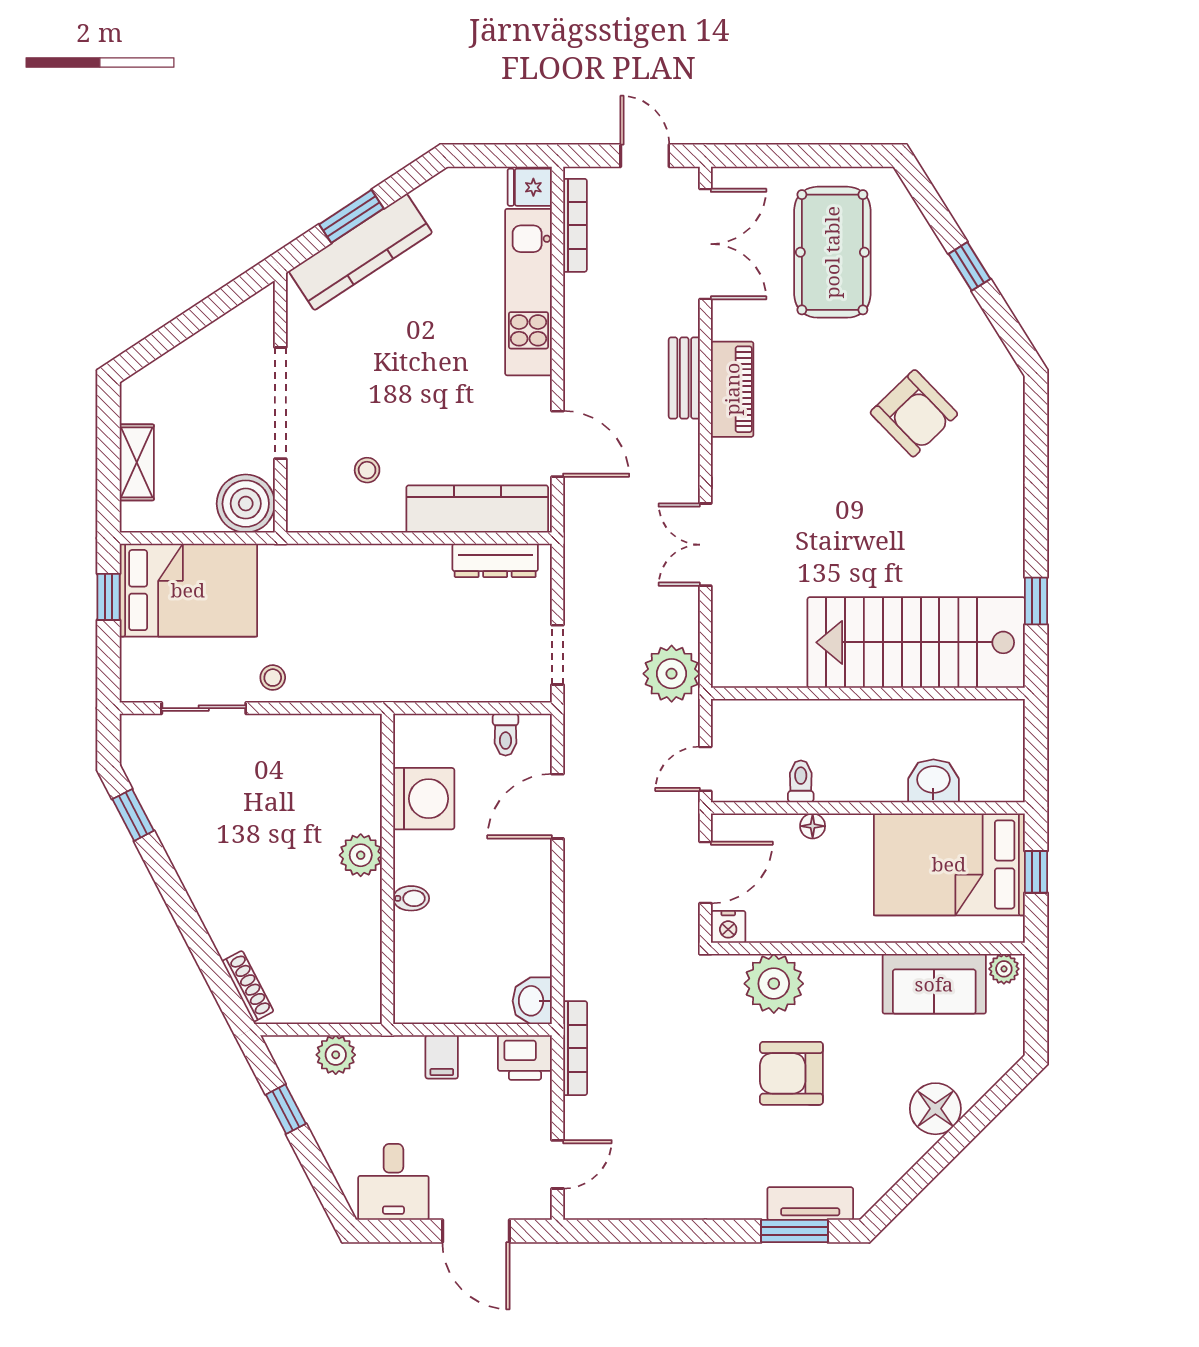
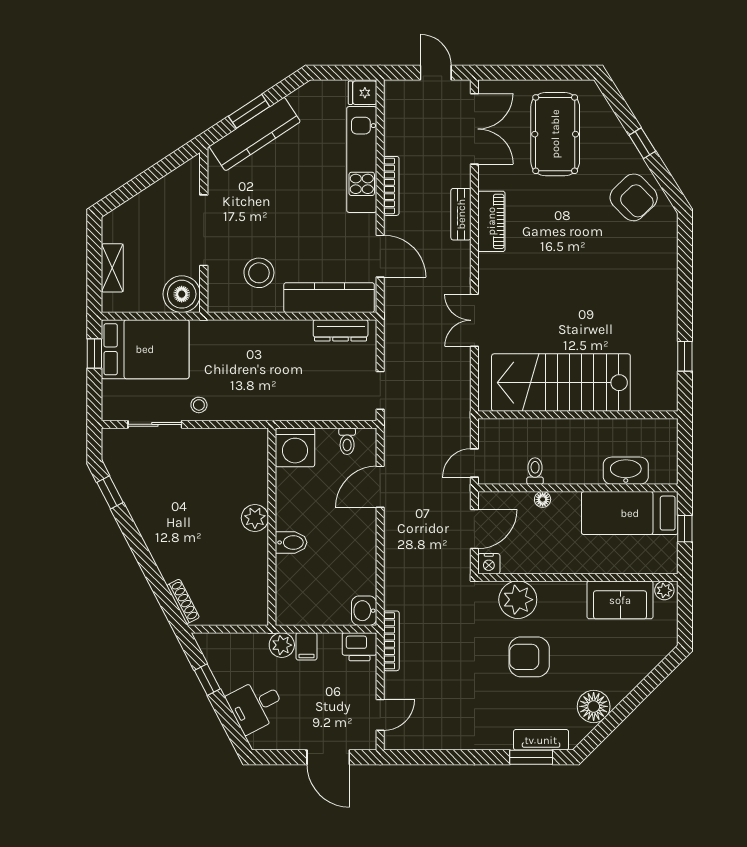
bookcase: (575, 225) -> (391, 186), moved
armchair: (914, 413) -> (634, 197), moved
stool: (367, 470) -> (259, 273), width x1.89, depth x1.89
stairs: (916, 642) -> (561, 383), moved
plant: (672, 674) -> (453, 402), removed
washbasin: (933, 781) -> (626, 471), width x1.38
washing machine: (424, 799) -> (295, 447), moved, turned 90
bed: (949, 864) -> (630, 513), width x0.67
bidet: (411, 898) -> (291, 542), width x1.38, depth x1.36
plant: (336, 1055) -> (282, 645), moved
floor lamp: (935, 1109) -> (594, 706), moved
desk: (393, 1182) -> (256, 705), moved, turned 63

